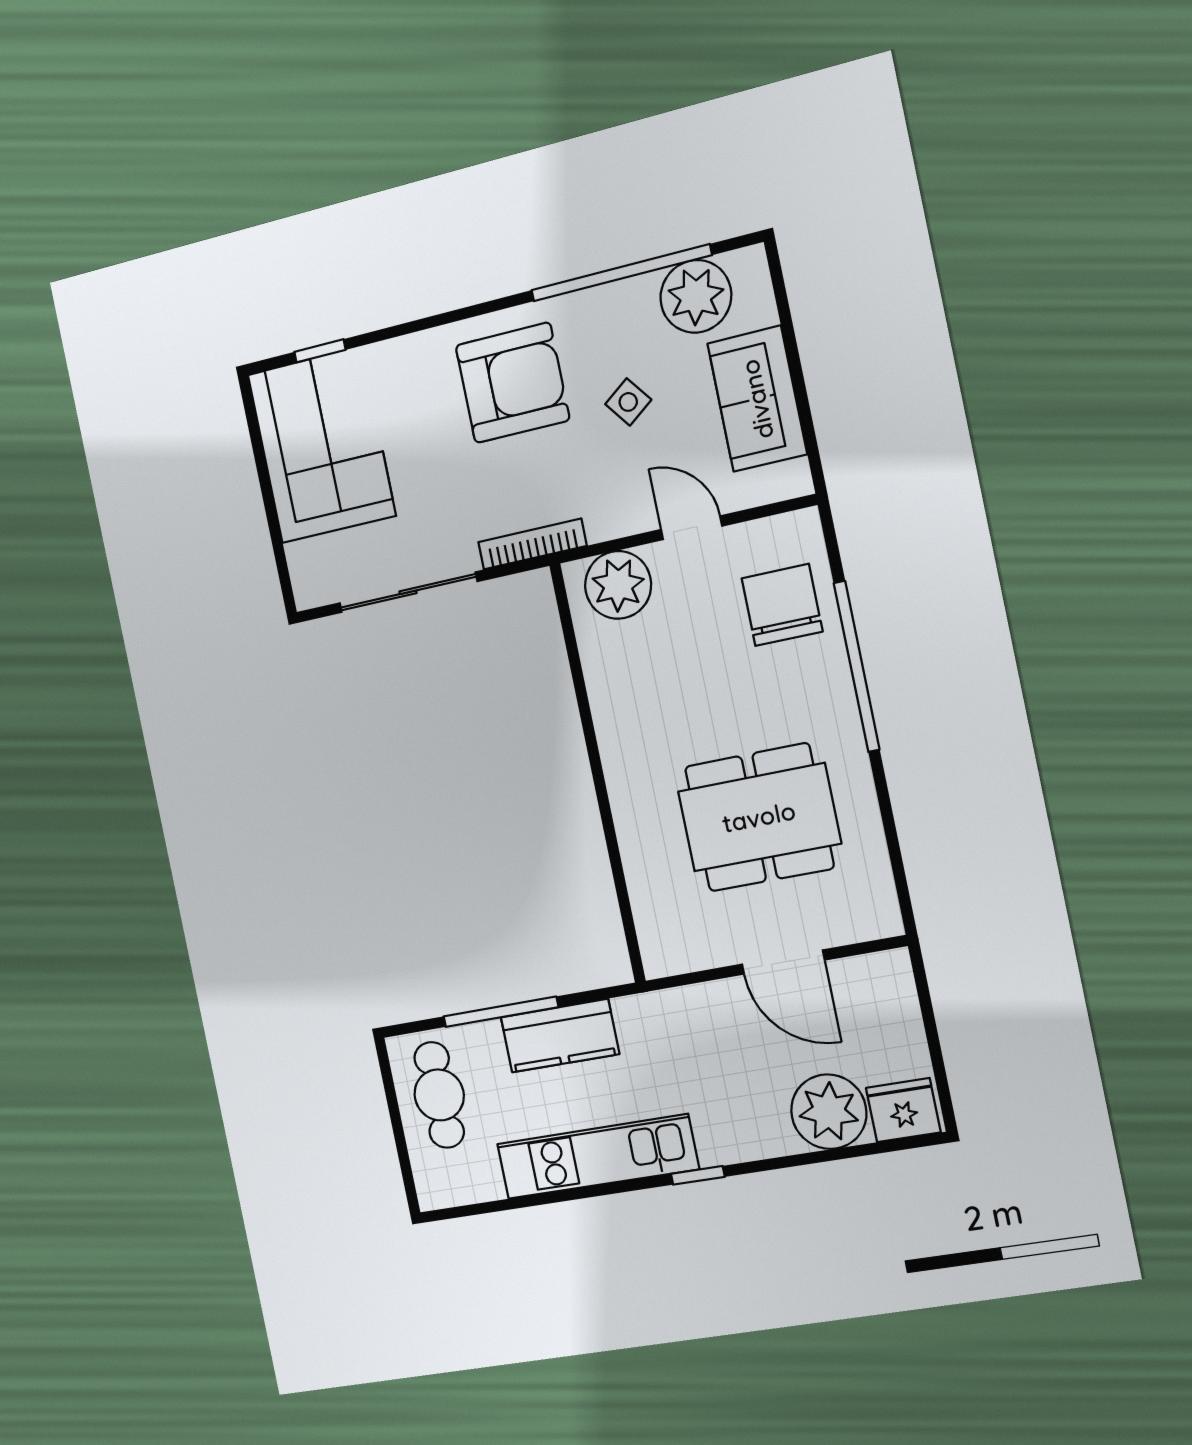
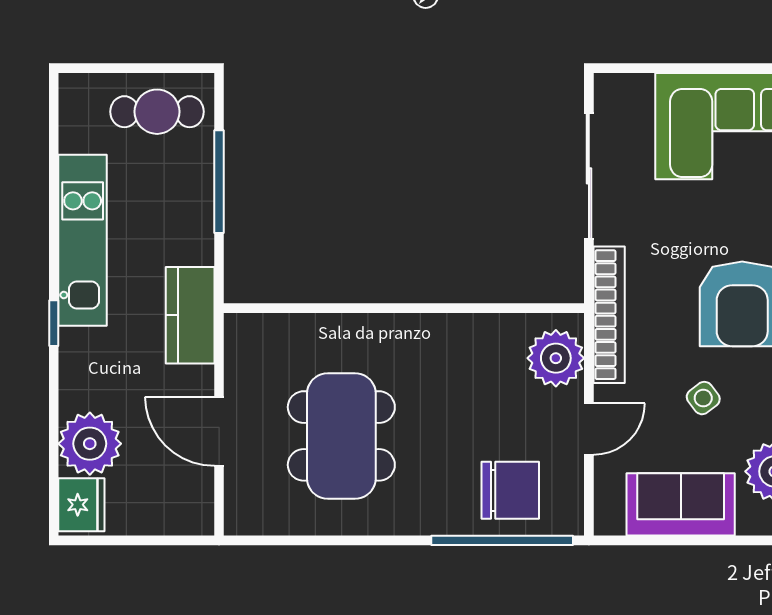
bookcase: (532, 544) -> (609, 315), width x1.48, depth x1.31
window: (857, 666) -> (502, 540), moved
door: (783, 962) -> (219, 431), hinge flipped
kitchen counter: (560, 1036) -> (190, 315), moved

